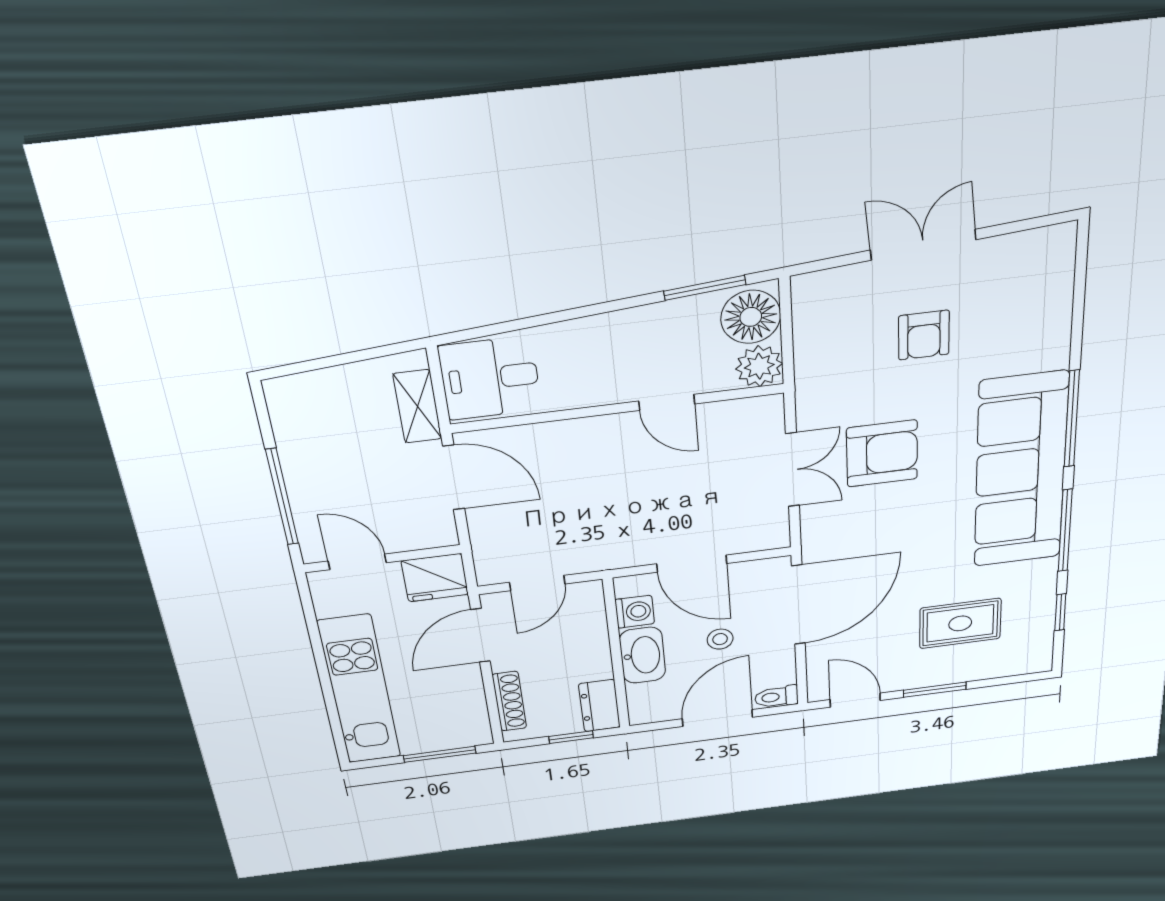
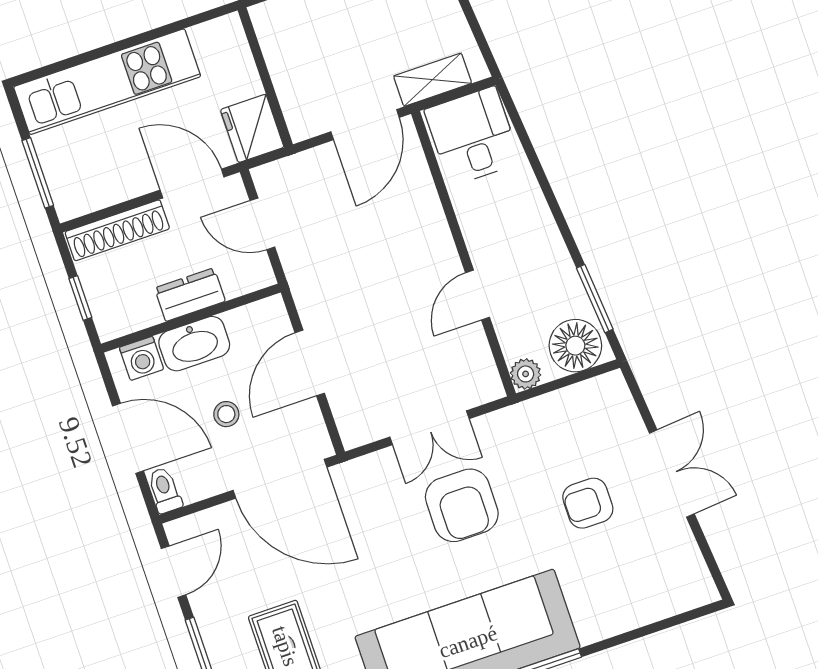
plant: (759, 366) -> (526, 374), width x0.73, depth x0.73
door: (357, 562) -> (258, 55), removed
washing machine: (635, 612) -> (142, 358), moved
shoe rack: (509, 701) -> (117, 230), width x1.36, depth x1.24
dresser: (599, 706) -> (190, 295), moved

